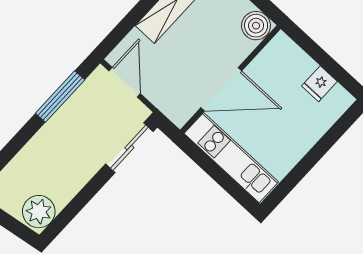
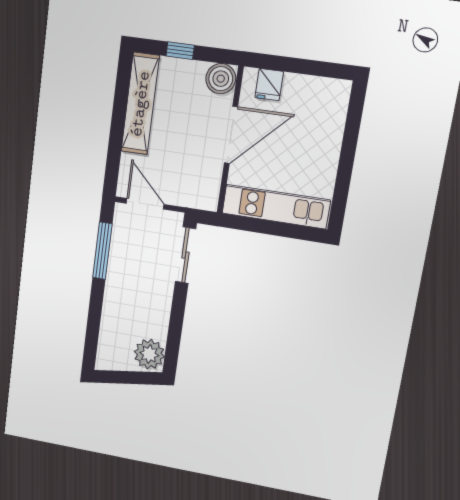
fridge: (319, 84) -> (269, 85), moved
door: (221, 89) -> (231, 135), moved

